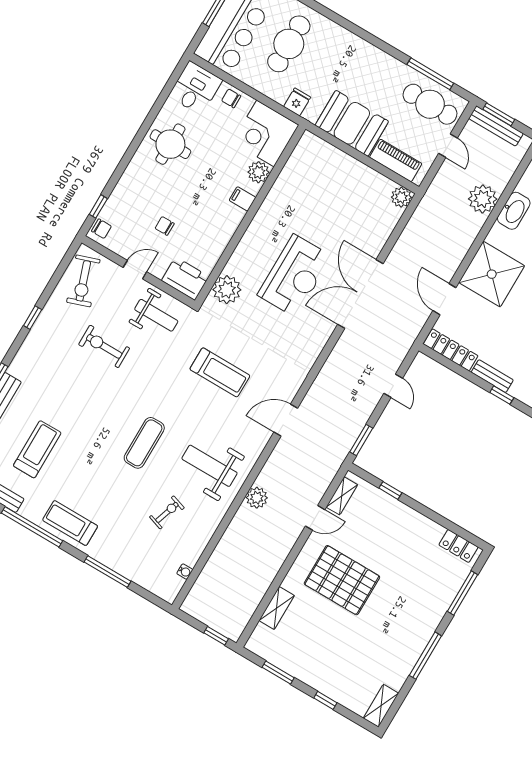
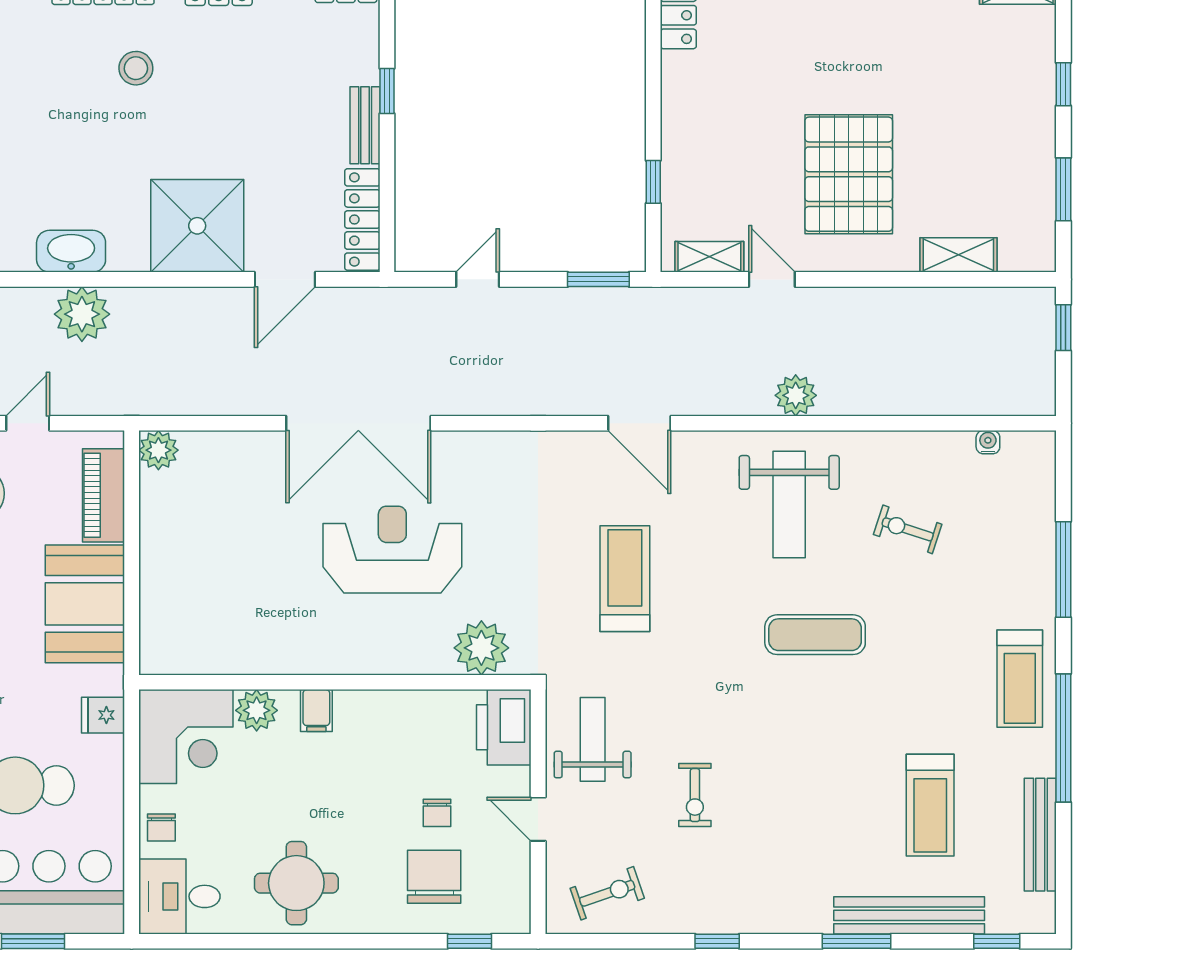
chair: (101, 229) -> (434, 877), moved, width x1.87, depth x1.87
exercise bike: (83, 281) -> (607, 893), width x0.73, depth x0.72
exercise bike: (104, 346) -> (695, 795), width x0.73, depth x0.72
treadmill: (37, 449) -> (930, 805), turned -90

